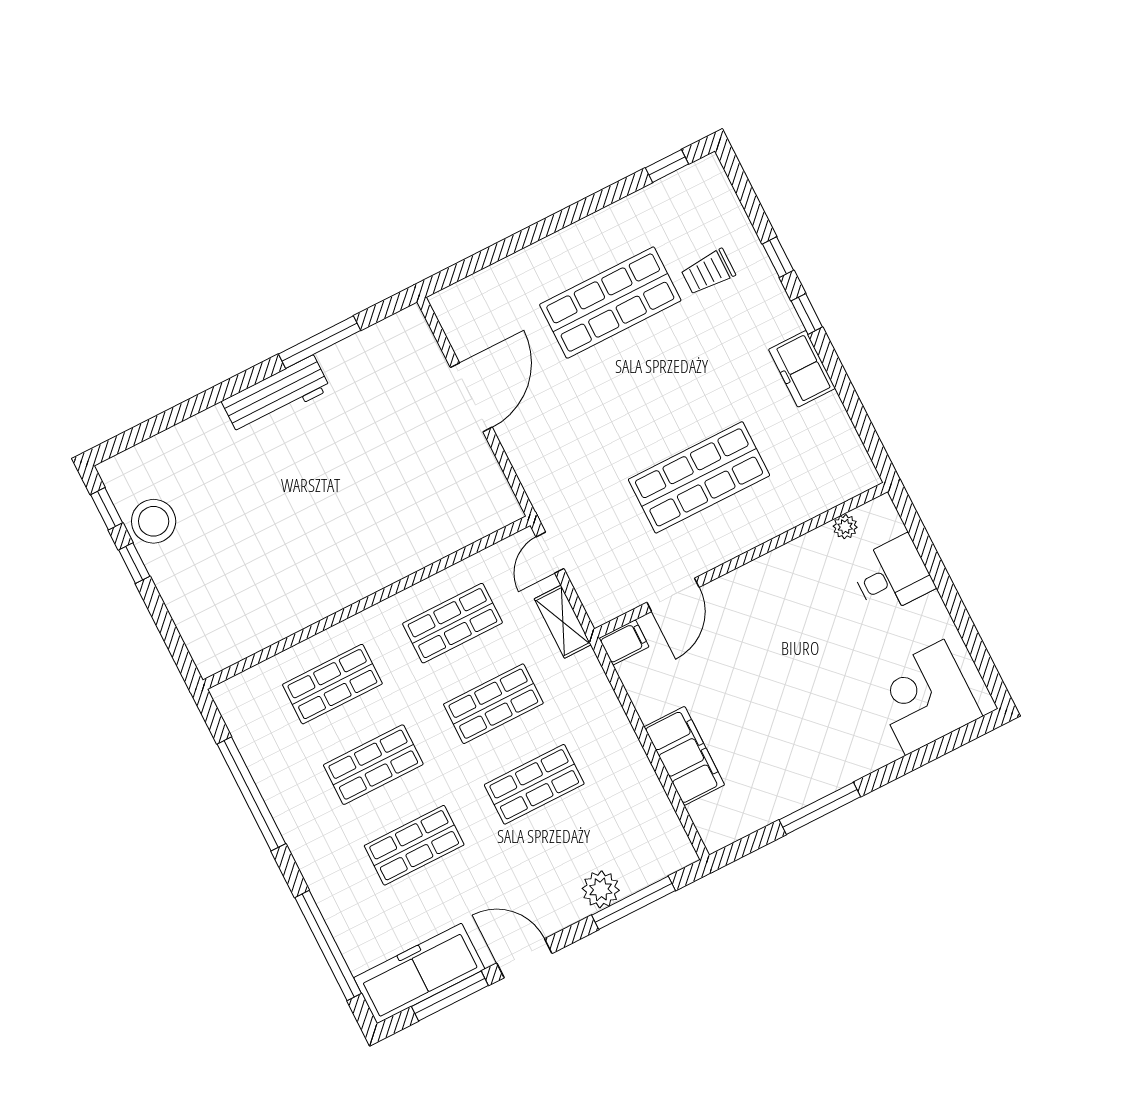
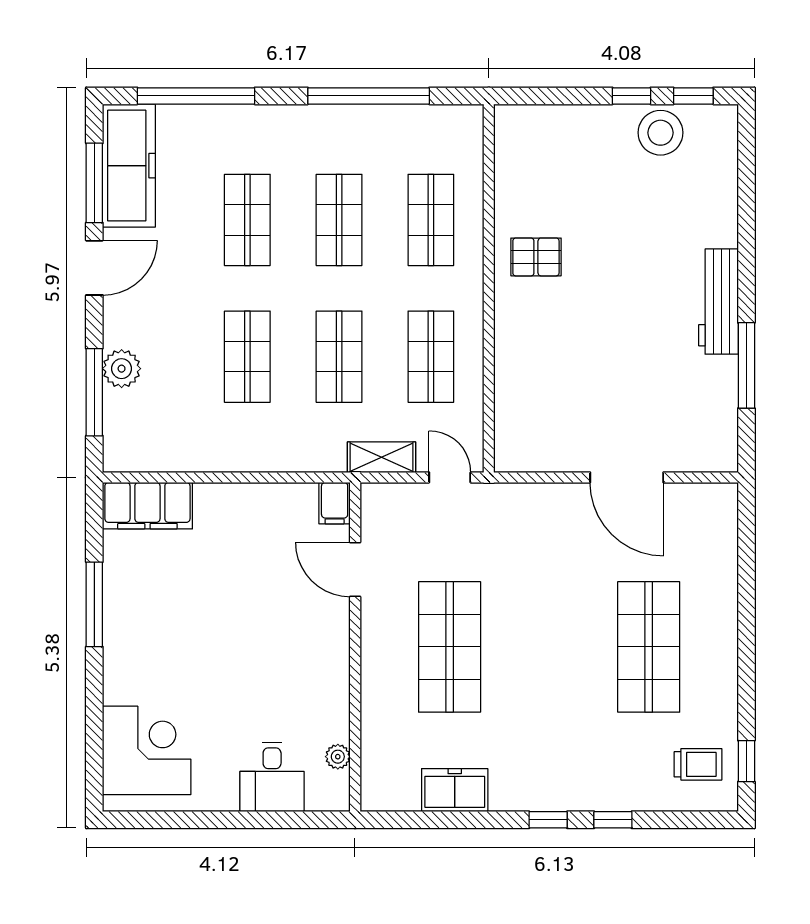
trolley: (708, 272) -> (698, 764), moved, turned 90
freezer: (802, 369) -> (455, 790), moved
pallet: (318, 575) -> (536, 257), added
filing cabinet: (684, 756) -> (147, 506), moved

